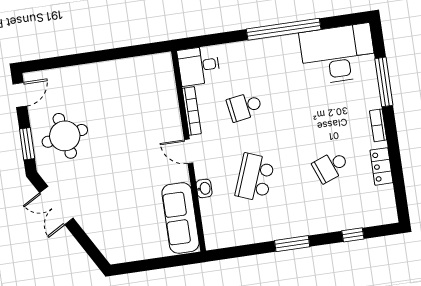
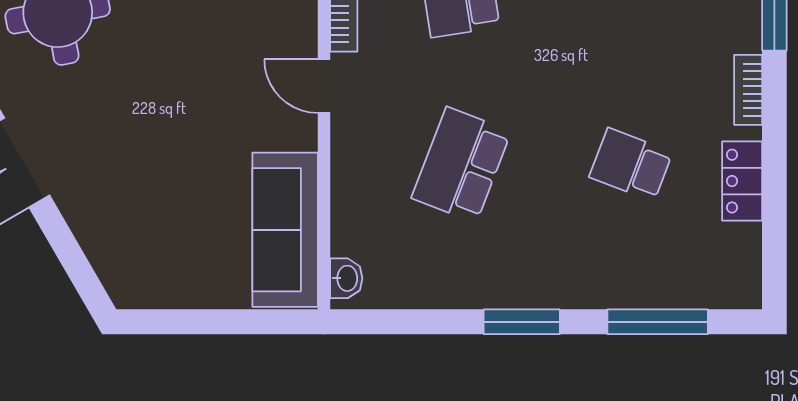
school desk: (331, 166) -> (631, 165), turned 42
washbasin: (204, 188) -> (346, 278), moved
window: (353, 235) -> (658, 322), width x2.17

